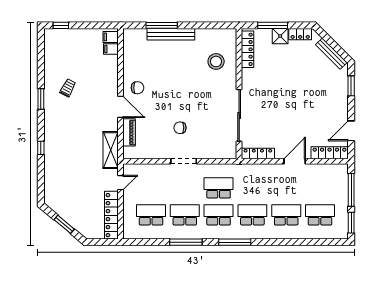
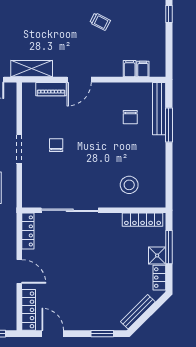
bench: (171, 34) -> (159, 109), moved
filing cabinet: (111, 37) -> (130, 69), moved
chair: (137, 88) -> (130, 117), moved

